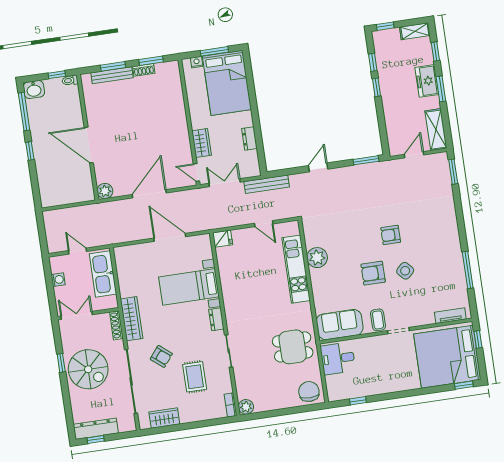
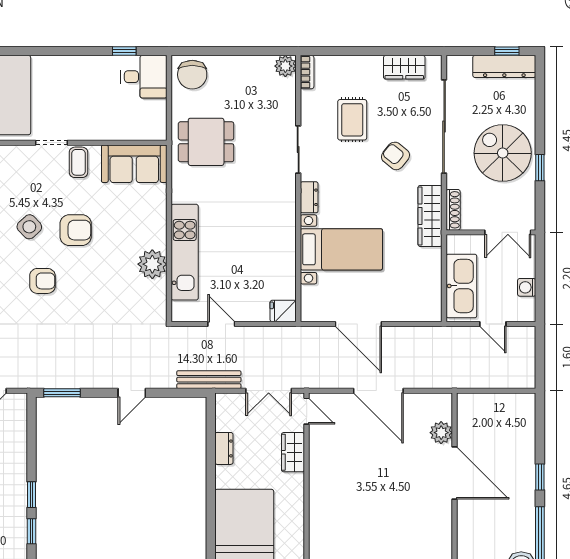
plant: (105, 191) -> (441, 433), moved
door: (149, 194) -> (378, 391), hinge flipped
desk: (338, 358) -> (144, 77), moved

